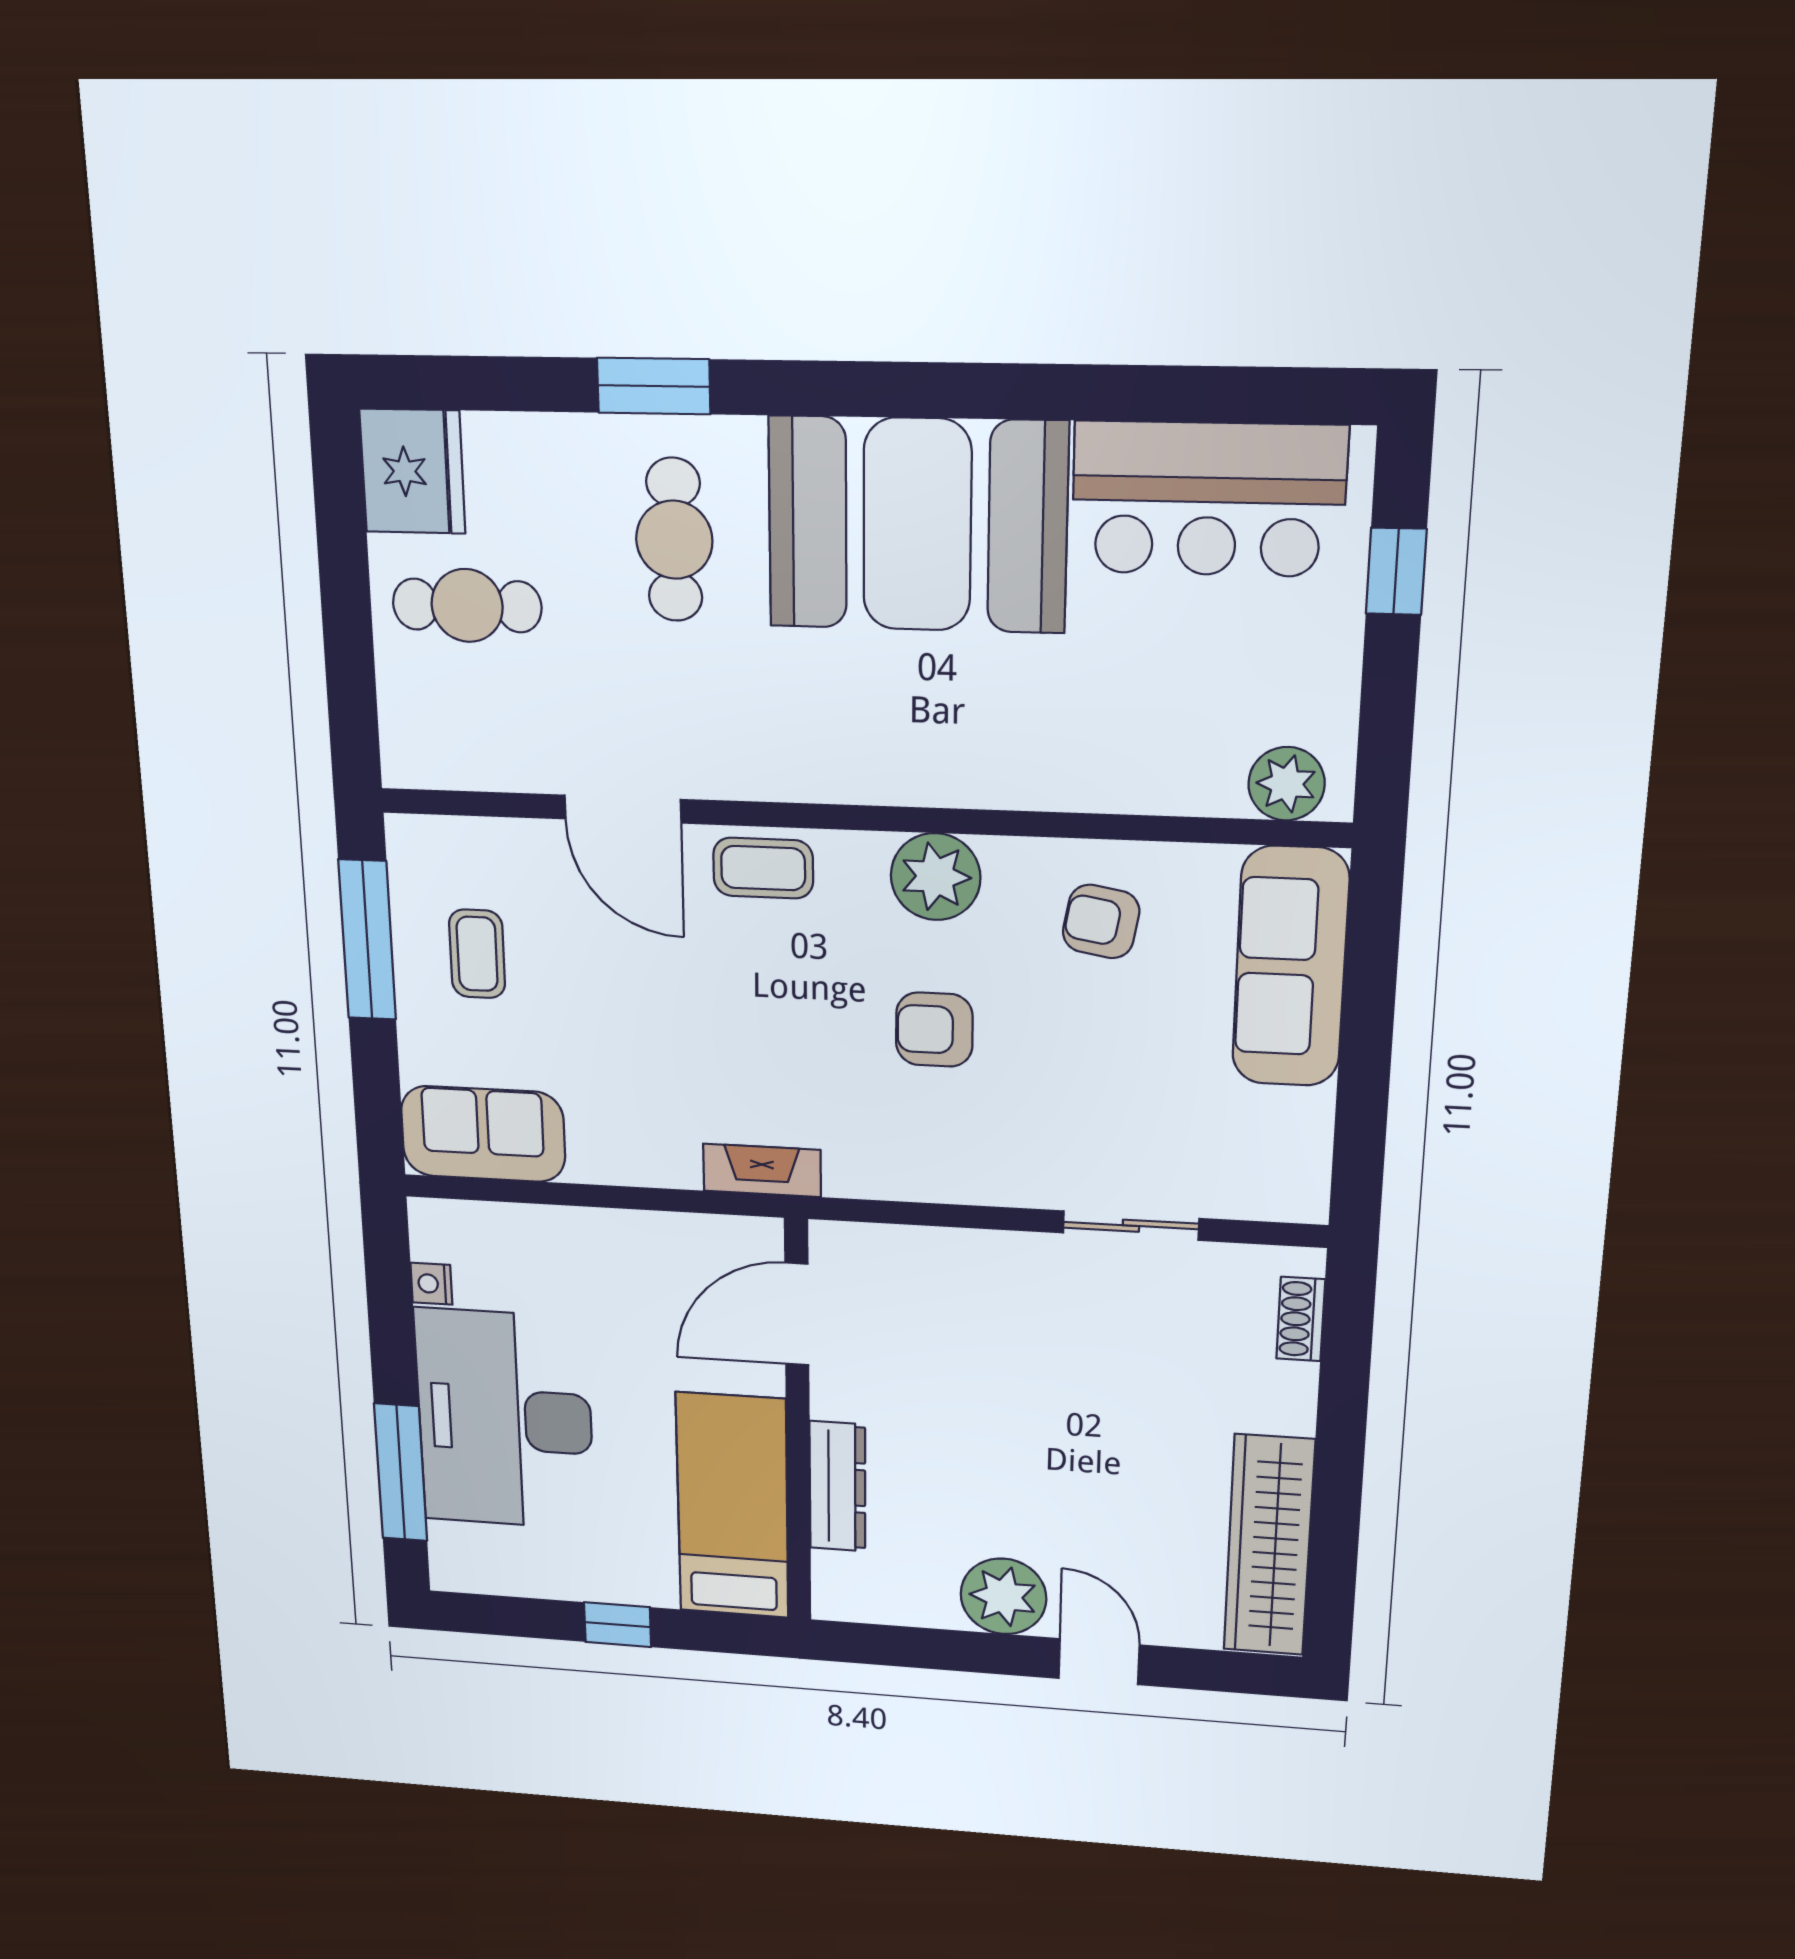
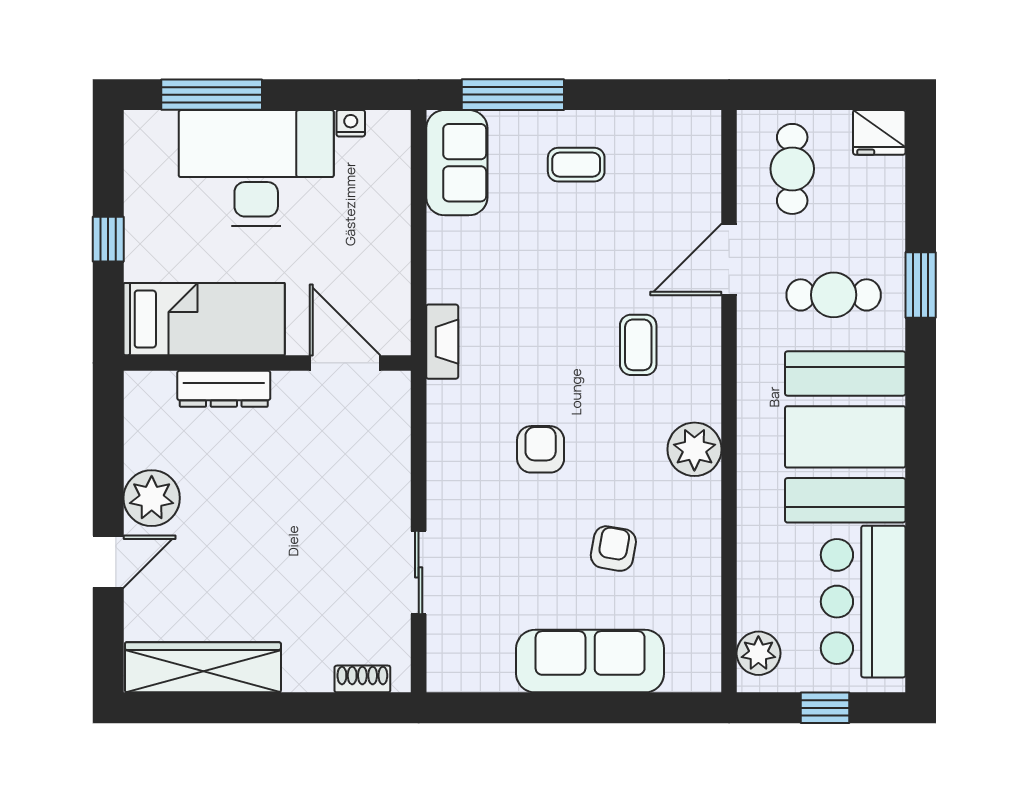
fridge: (413, 471) -> (879, 132), width x0.73, depth x0.75
plant: (1287, 784) -> (758, 653), moved
door: (623, 809) -> (729, 260), moved
wall: (856, 818) -> (729, 401), moved
plant: (936, 877) -> (694, 449), moved
window: (367, 940) -> (513, 95), moved

